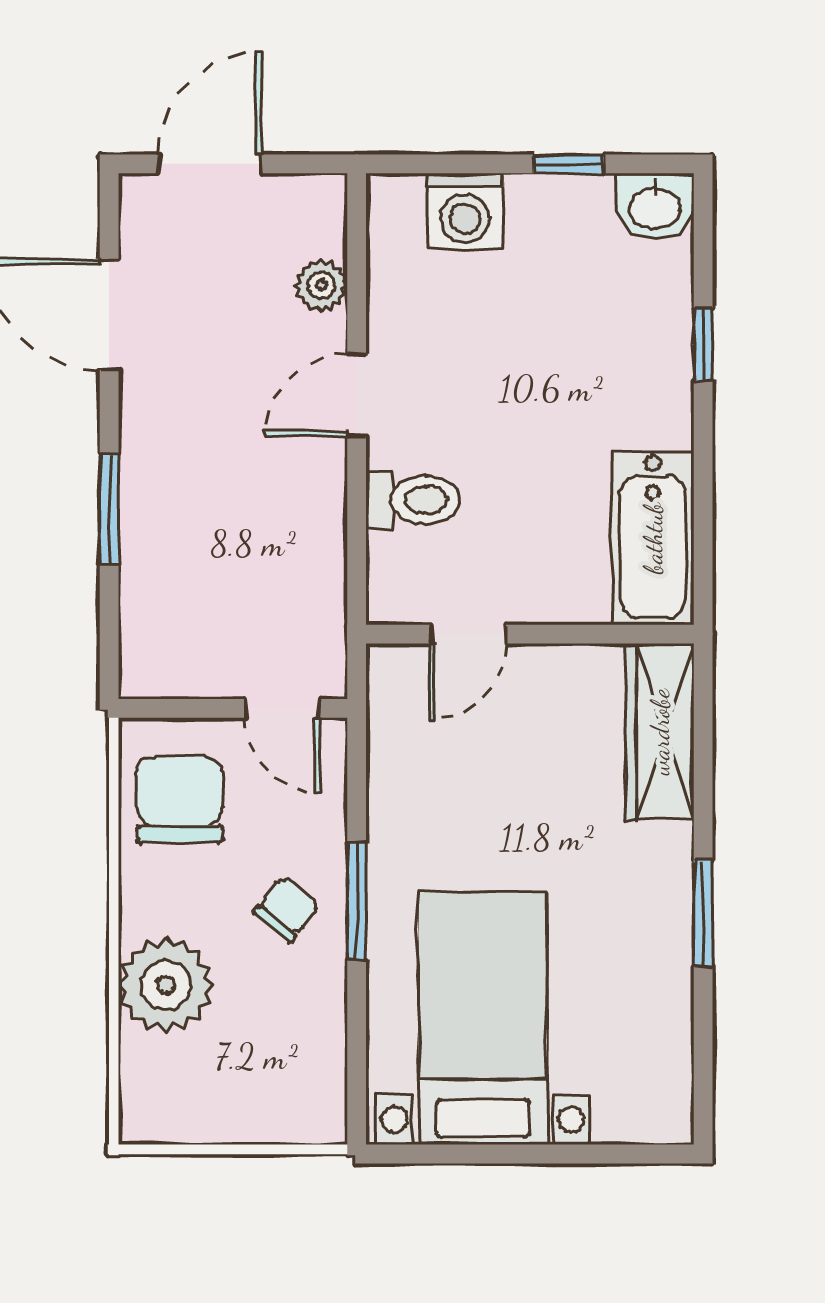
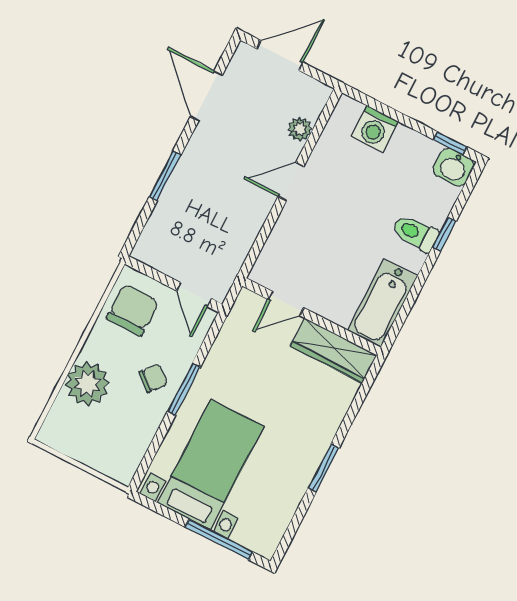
window: (568, 164) -> (450, 143), moved
toilet: (413, 500) -> (415, 233), moved, turned 180
wardrobe: (660, 732) -> (333, 351), moved, turned -90
window: (573, 1154) -> (219, 539), added

